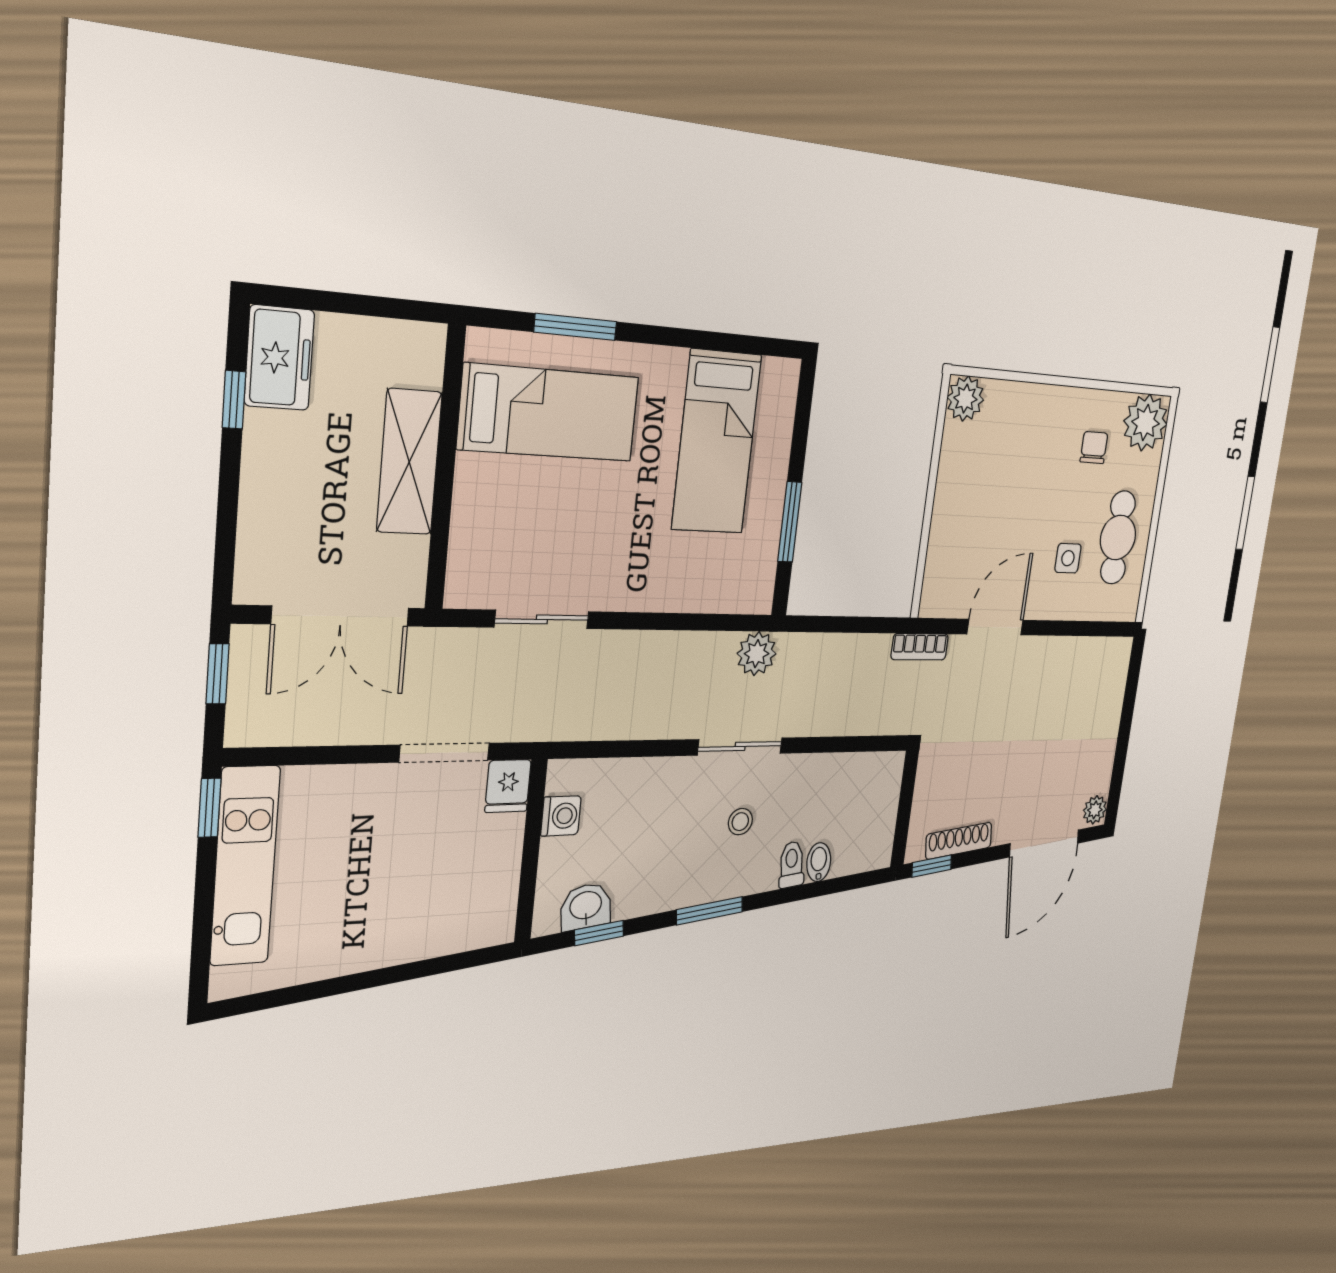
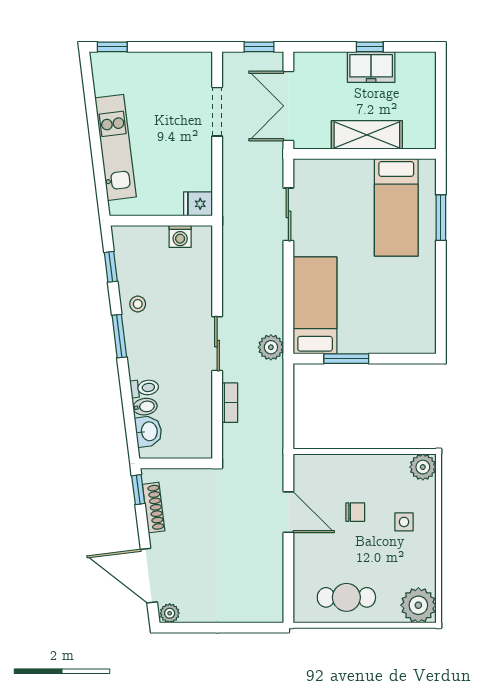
freezer: (279, 358) -> (371, 67), moved
window: (234, 400) -> (370, 47), moved
bed: (716, 442) -> (315, 305), moved, turned 90
chair: (1094, 448) -> (355, 512), moved
side table: (1068, 558) -> (404, 522), moved
bookcase: (920, 647) -> (230, 403), moved, turned 180
doorway: (444, 753) -> (217, 112), moved
window: (209, 808) -> (112, 47), moved
stool: (740, 822) -> (138, 304), moved
kitchen unit: (245, 866) -> (116, 147), moved, turned -97
washbasin: (586, 906) -> (149, 431), moved

